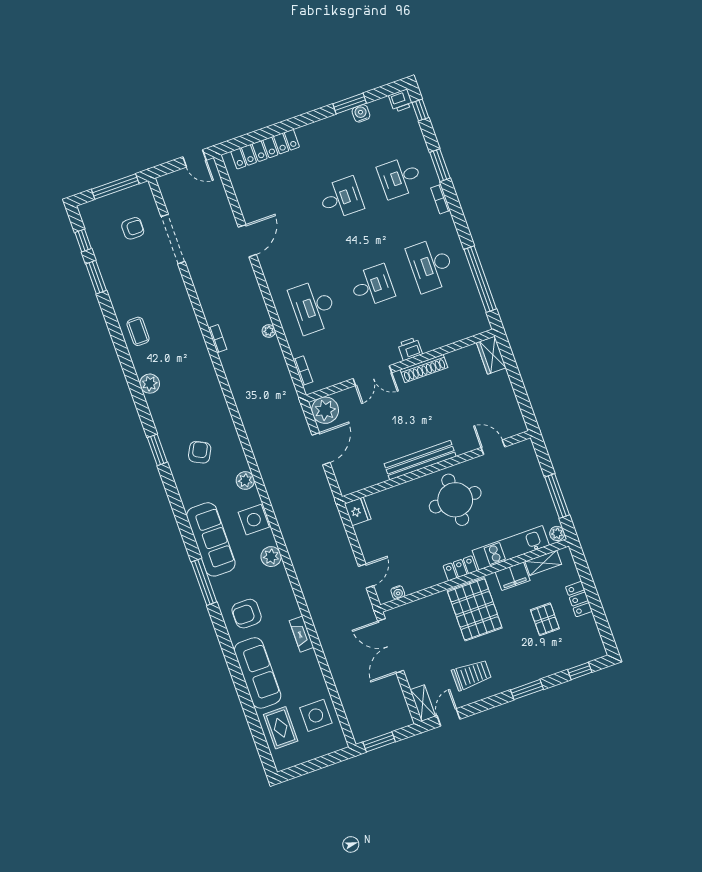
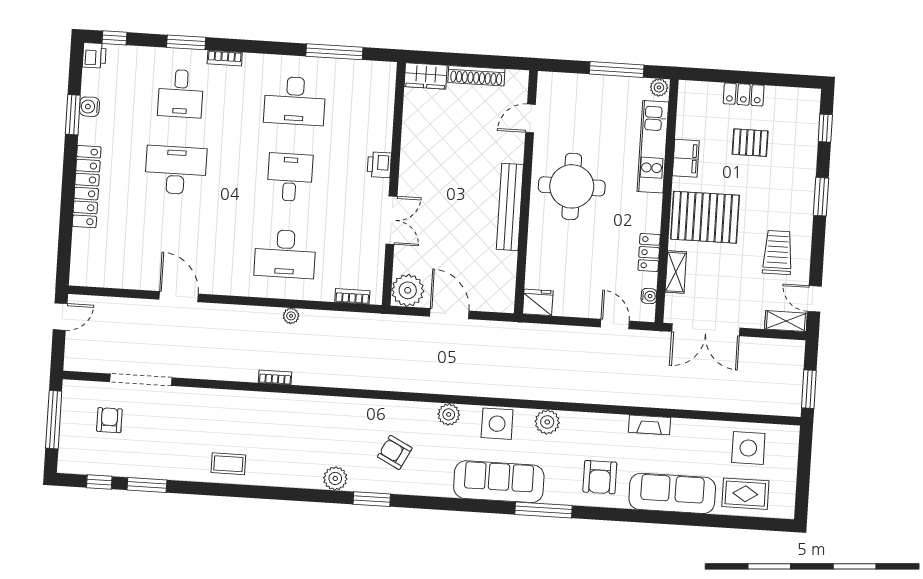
locker: (265, 149) -> (87, 187), moved
desk: (341, 198) -> (176, 170), width x1.37
window: (480, 279) -> (334, 52), width x0.68
shoe rack: (424, 369) -> (476, 76), moved, turned 90
plant: (150, 384) -> (335, 478), moved
shelving: (543, 563) -> (676, 272), moved
locker: (460, 568) -> (649, 252), moved

